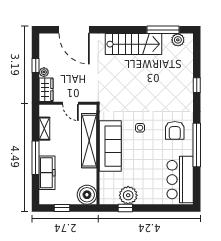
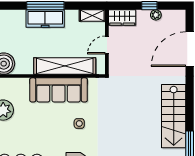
plant: (44, 72) -> (156, 15), moved
shelving: (44, 129) -> (92, 16), moved
freezer: (47, 173) -> (45, 19), moved

